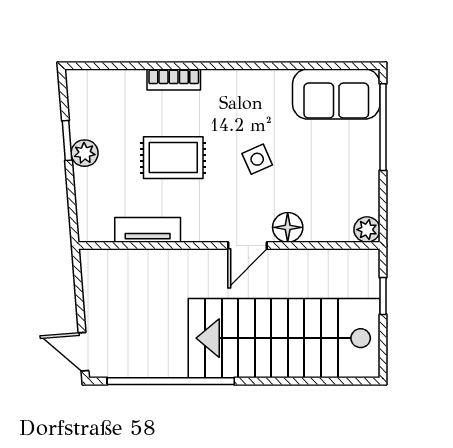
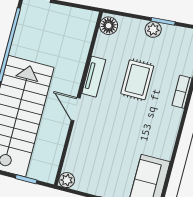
side table: (257, 159) -> (124, 128), removed
floor lamp: (288, 227) -> (109, 26), moved
tv unit: (148, 230) -> (94, 77), moved

